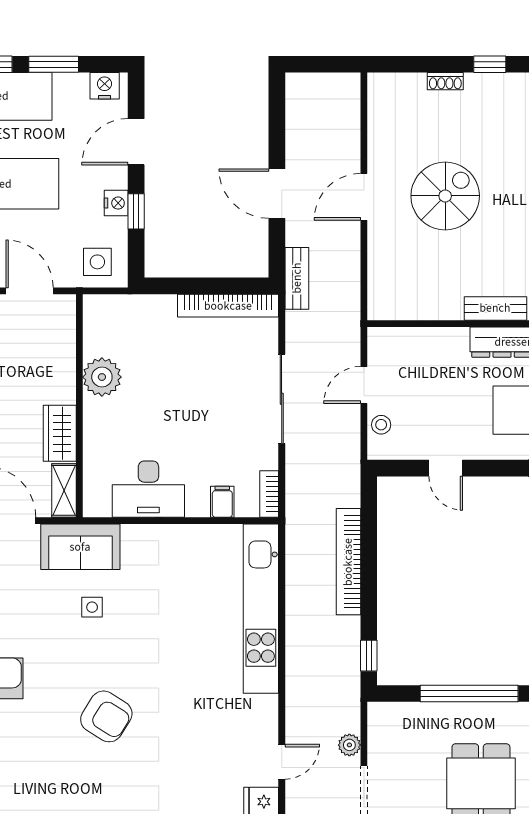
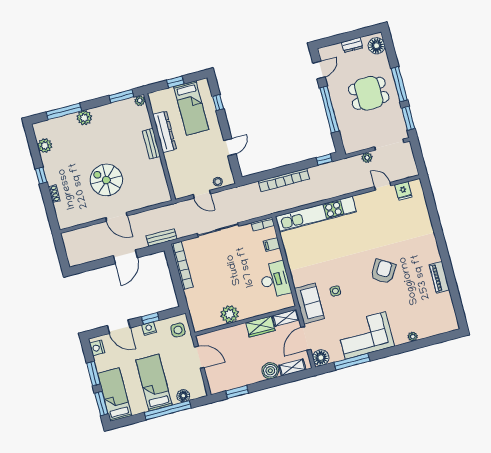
door: (30, 291) -> (199, 357), swing flipped

